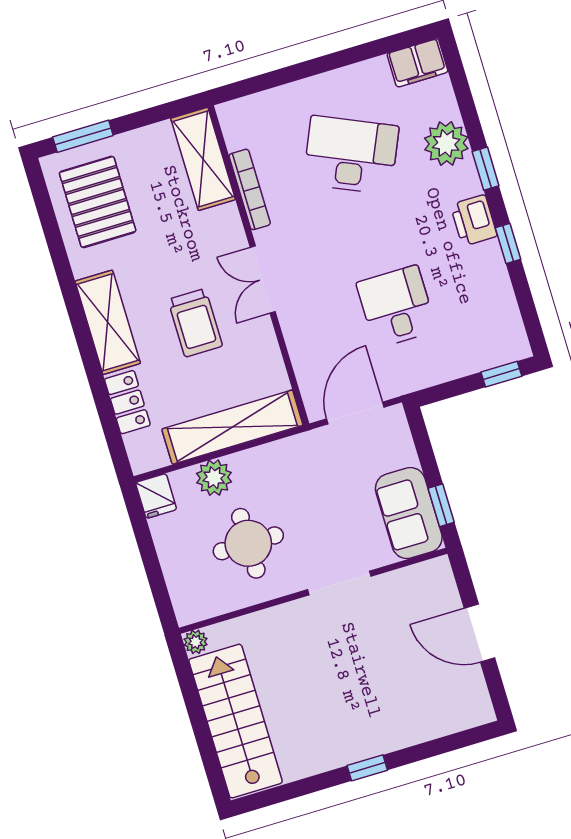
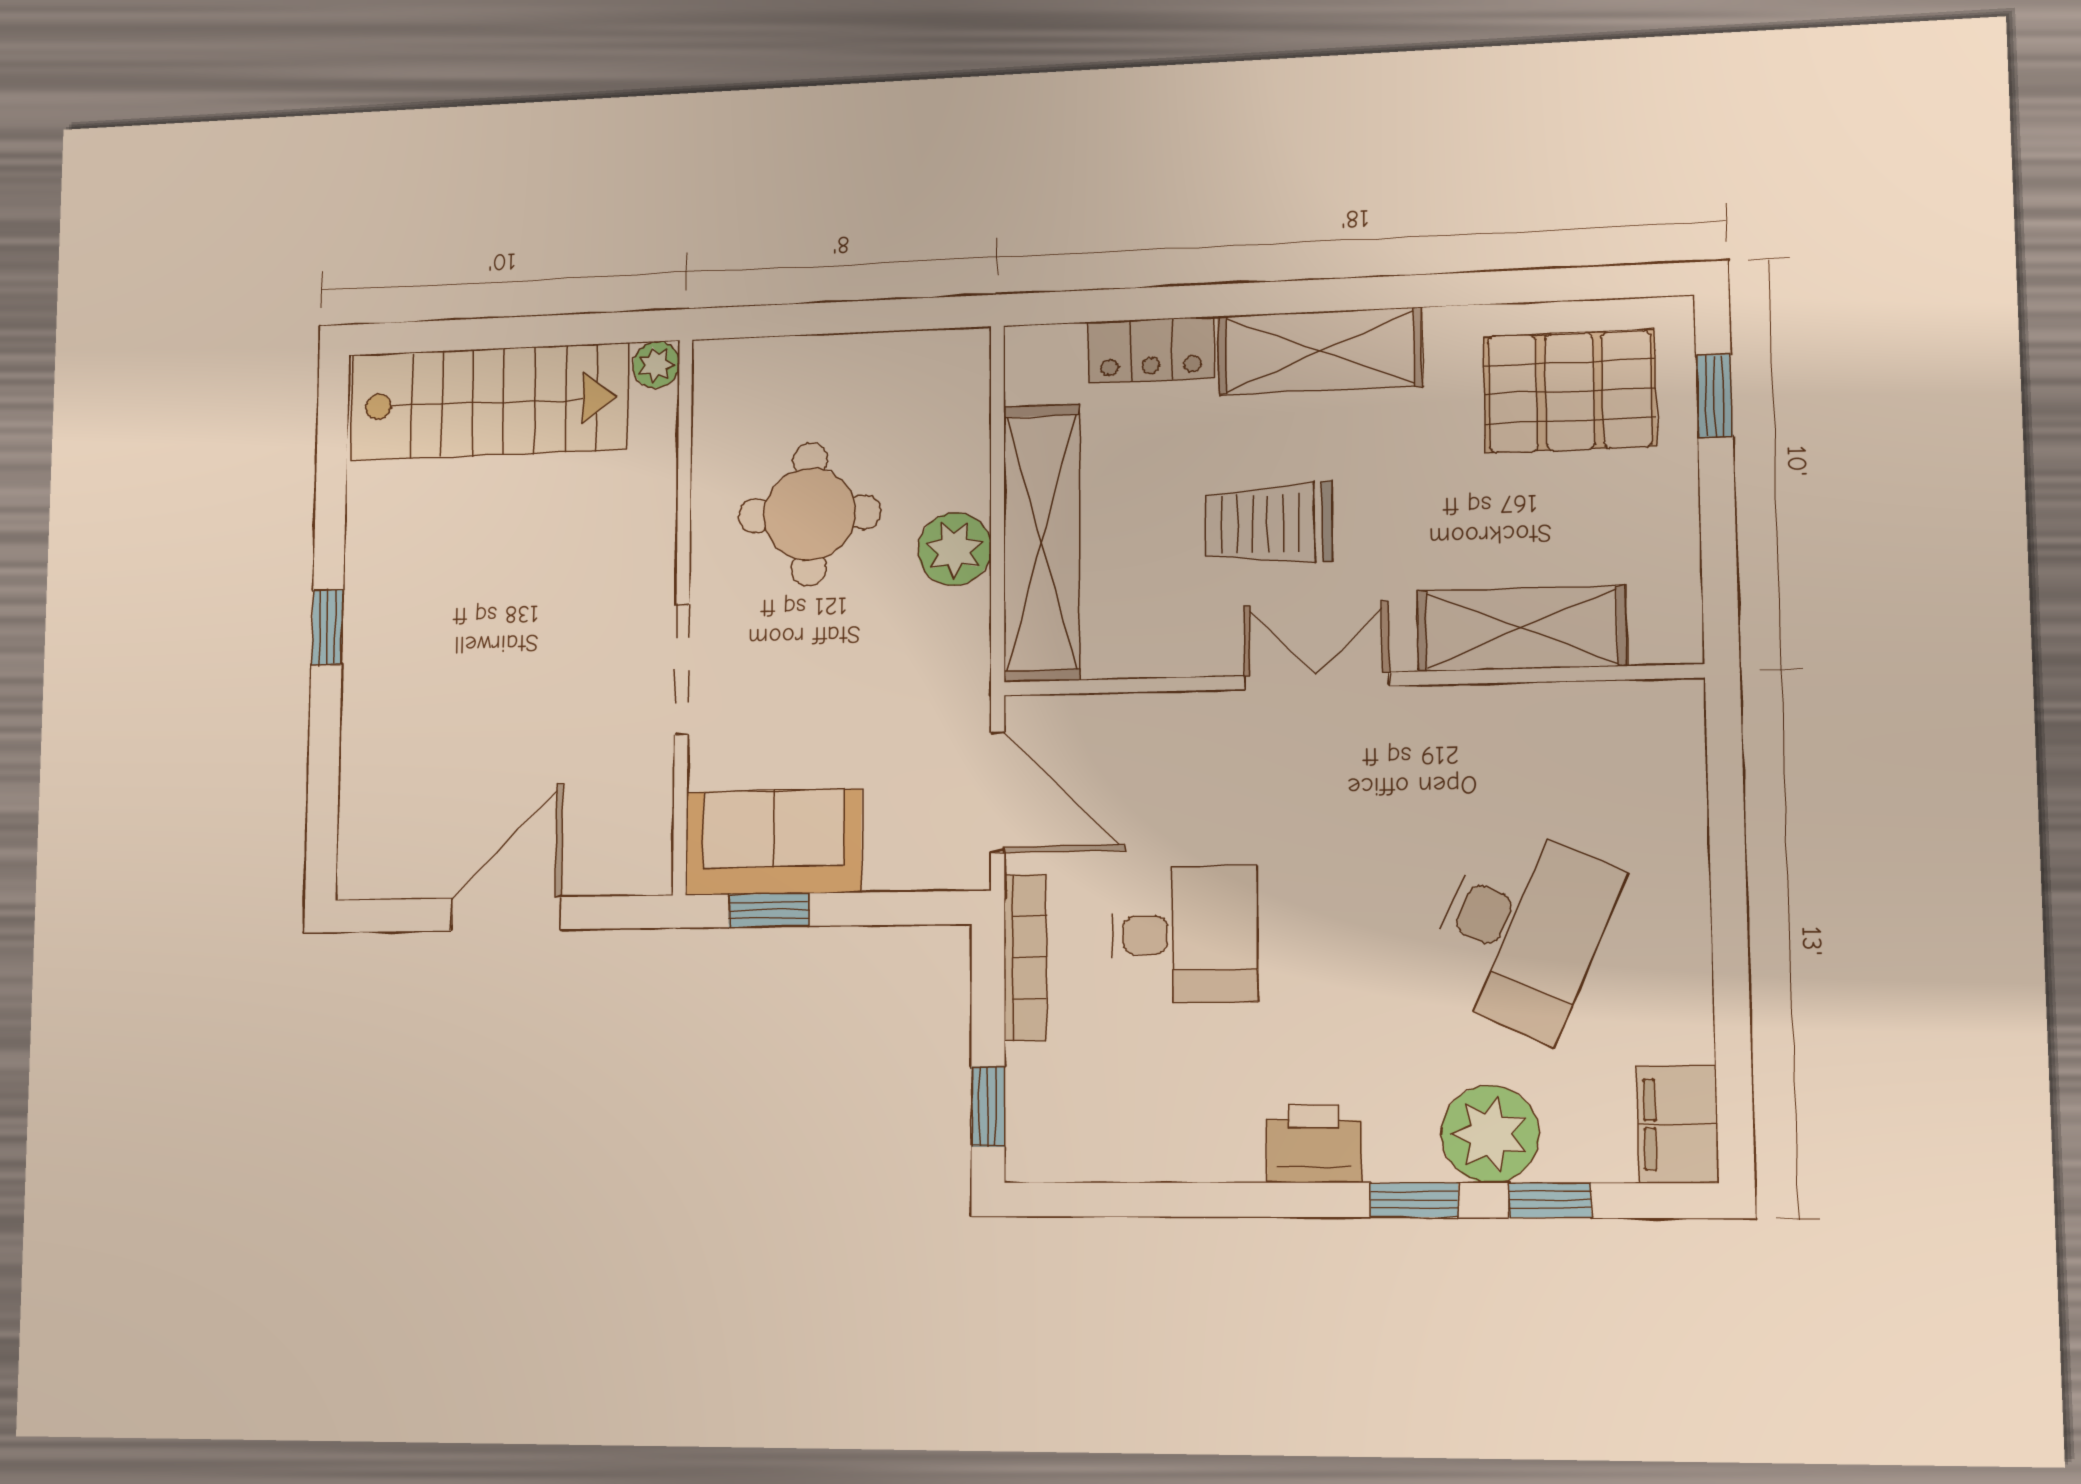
window: (83, 136) -> (1714, 396), width x0.67
shelving: (203, 159) -> (1521, 628), moved
bookcase: (250, 189) -> (1025, 957), moved, turned -90
window: (508, 243) -> (1550, 1200), moved
plant: (214, 478) -> (954, 549), moved
fridge: (156, 496) -> (953, 360), removed

